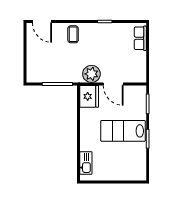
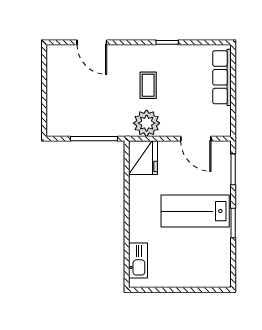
door: (42, 22) -> (92, 42), moved
coffee table: (73, 34) -> (148, 85), moved
row of seats: (140, 38) -> (222, 77), width x1.48
door: (113, 84) -> (196, 139), moved

